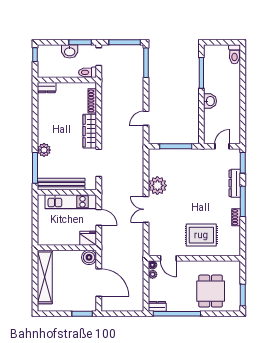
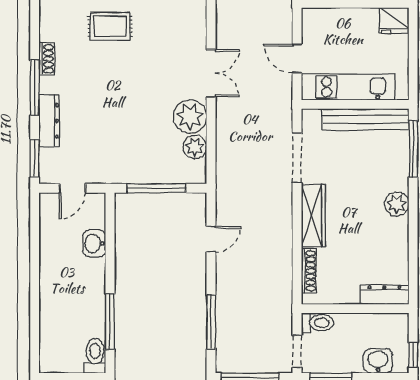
washbasin: (70, 51) -> (378, 361), moved
toilet: (234, 54) -> (95, 356), moved
window: (146, 63) -> (211, 322), moved
dresser: (47, 88) -> (384, 295), width x1.44
washbasin: (210, 101) -> (94, 243), moved
plant: (44, 150) -> (397, 204), moved
plant: (155, 169) -> (195, 147), added
rug: (201, 235) -> (110, 26), width x0.73, depth x0.70
fridge: (88, 238) -> (394, 20), moved

